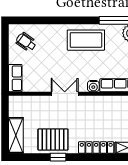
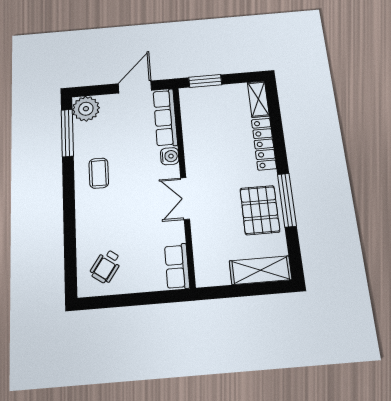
coffee table: (86, 40) -> (99, 173), width x0.54, depth x0.58
row of seats: (15, 78) -> (177, 266), moved, turned -90
window: (58, 157) -> (287, 200), width x2.17

